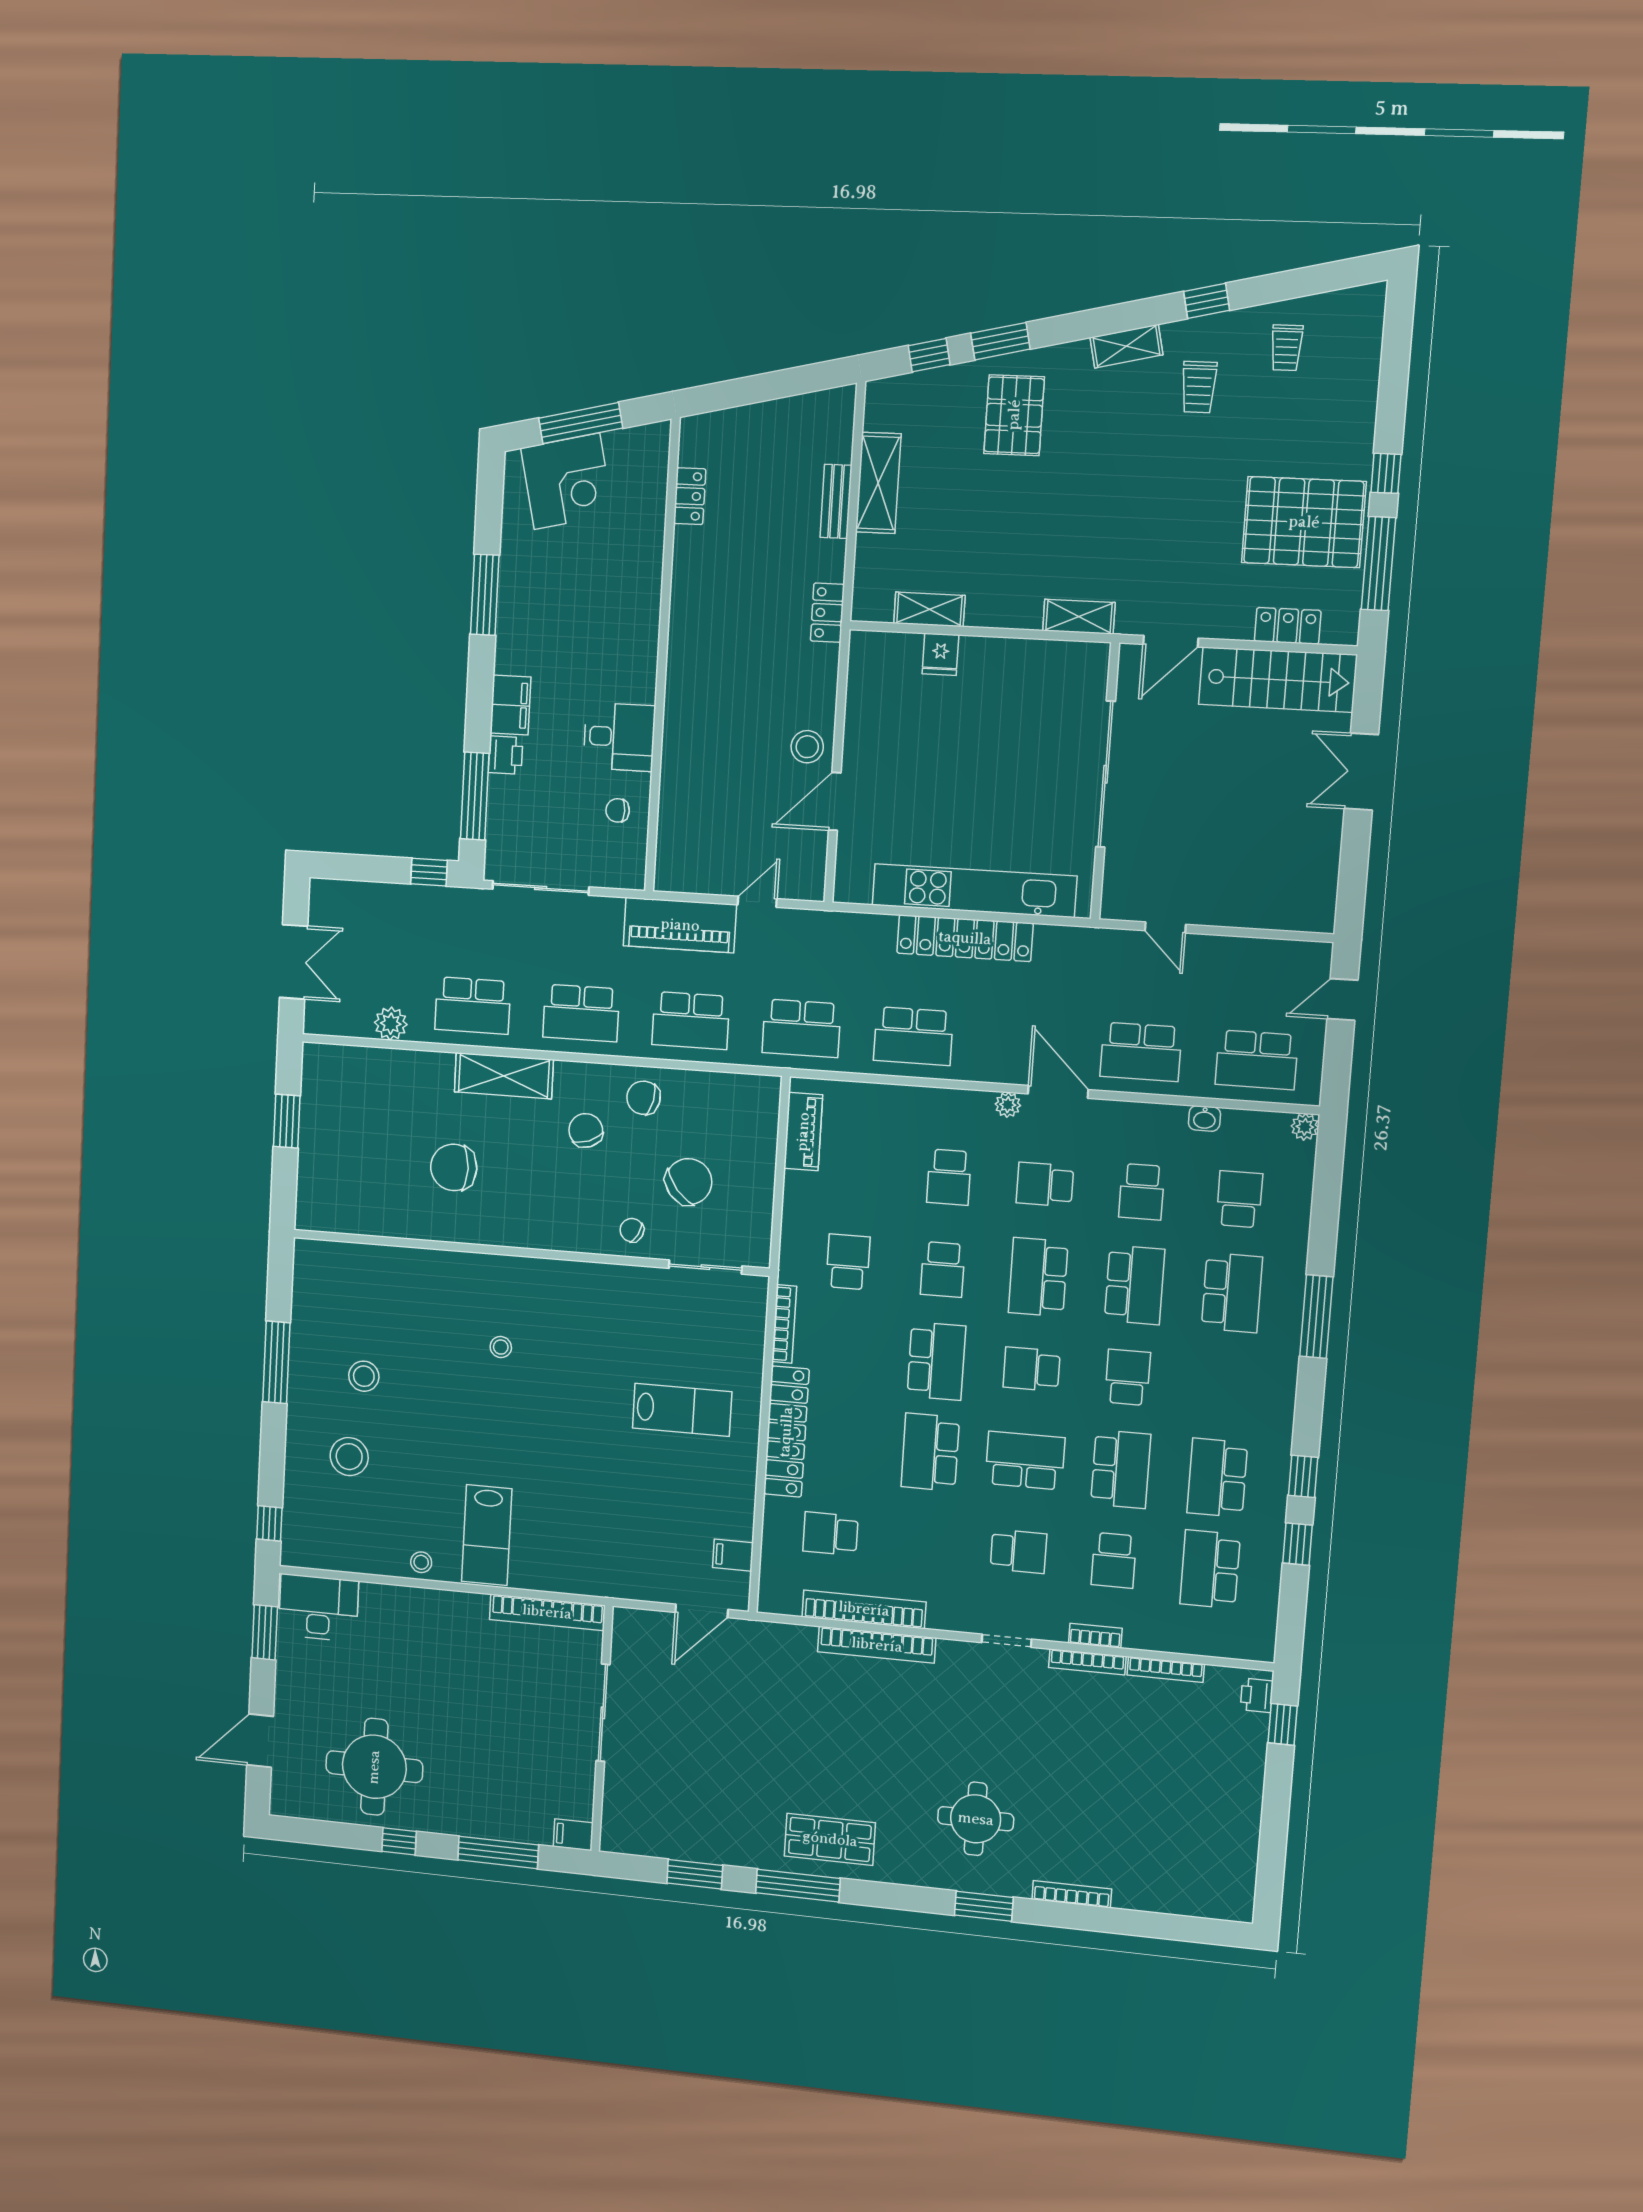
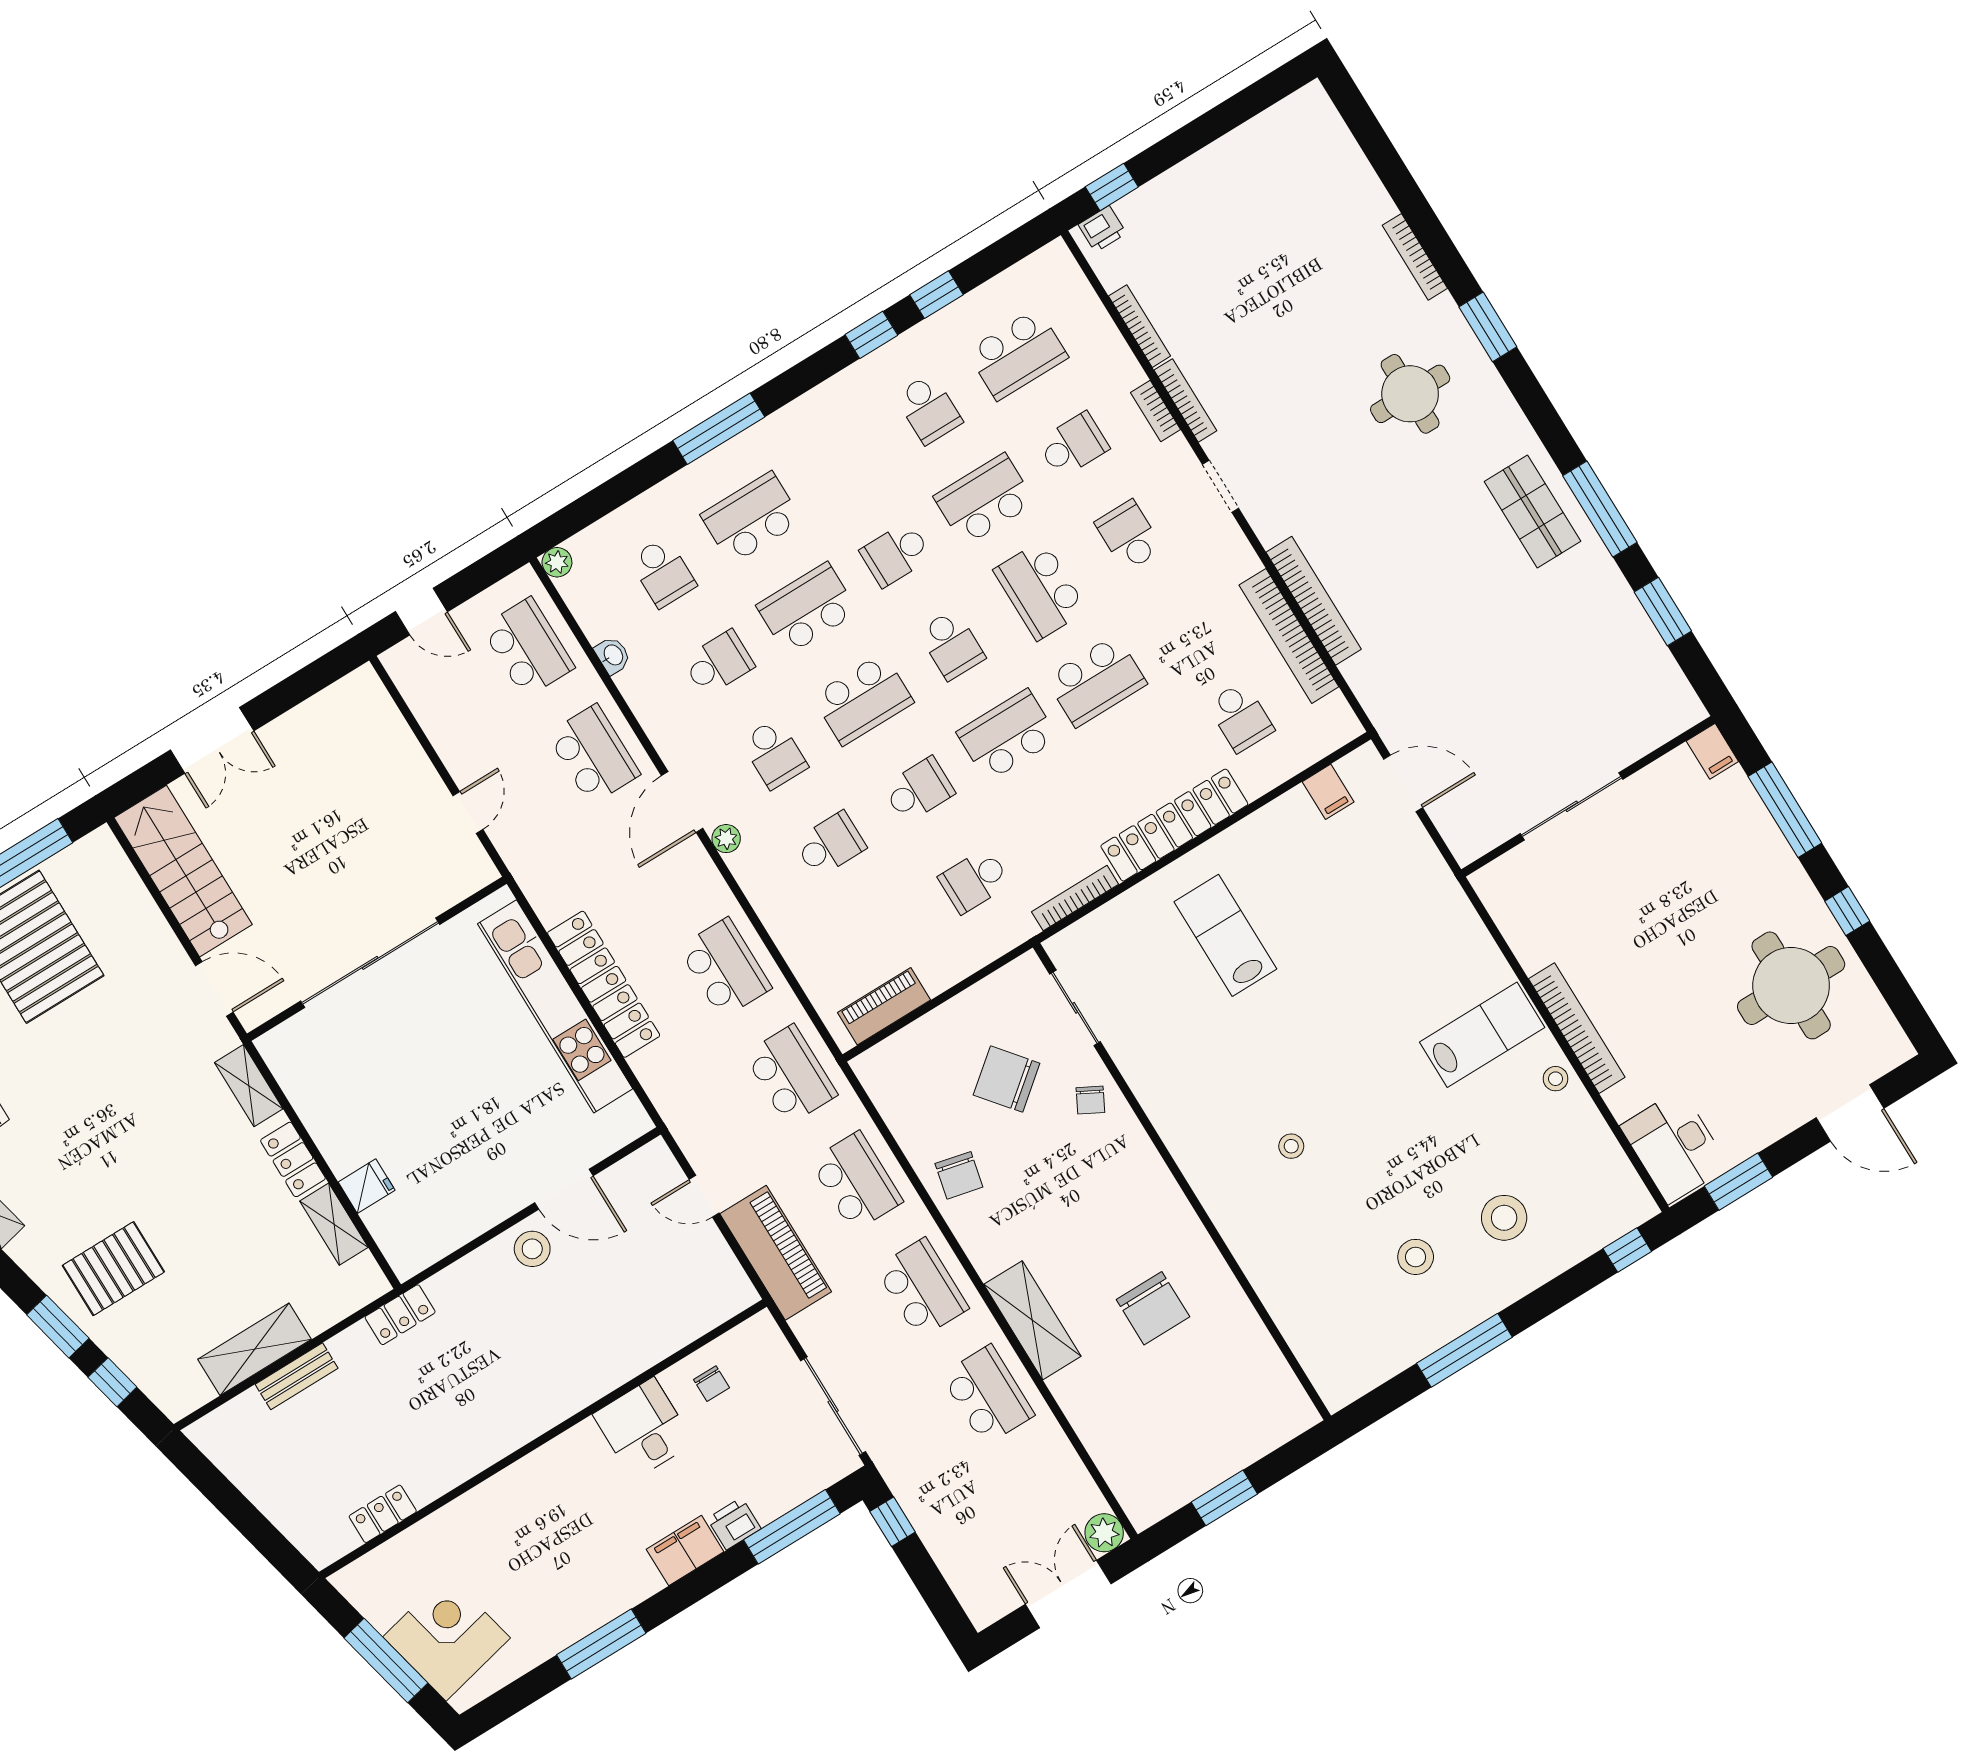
locker: (1288, 626) -> (293, 1159), moved
plant: (391, 1024) -> (1104, 1533), moved
chair: (586, 1130) -> (1028, 1208), removed
school desk: (1239, 1199) -> (663, 572), turned -90
school desk: (1217, 1478) -> (929, 409), width x0.54
bookcase: (547, 1612) -> (1577, 1028), moved

